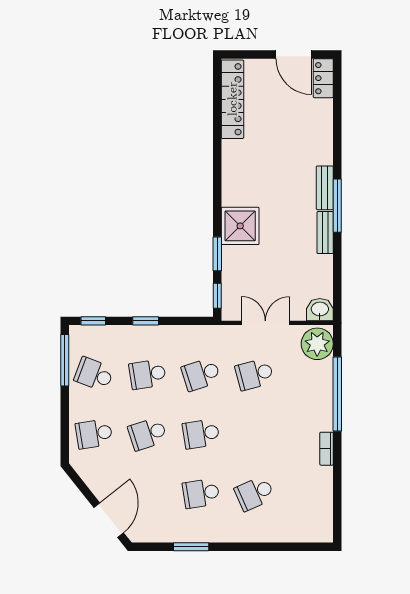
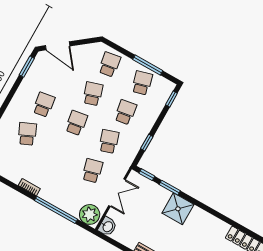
window: (146, 321) -> (147, 143), moved
window: (65, 360) -> (148, 65), moved
school desk: (94, 374) -> (142, 83), turned -36
window: (191, 547) -> (27, 67), moved

